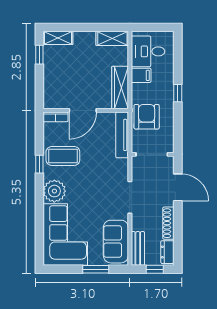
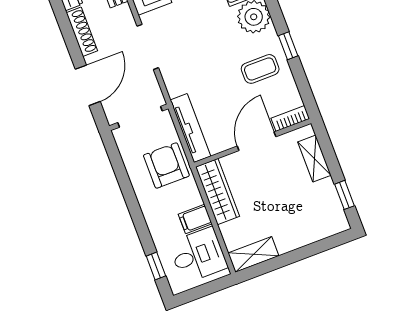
shelving: (58, 38) -> (314, 159), moved, turned 90
window: (178, 93) -> (156, 266), moved
armchair: (147, 117) -> (166, 165), turned 180
coffee table: (63, 156) -> (260, 69), width x0.73, depth x0.77
door: (178, 187) -> (88, 85), swing flipped

